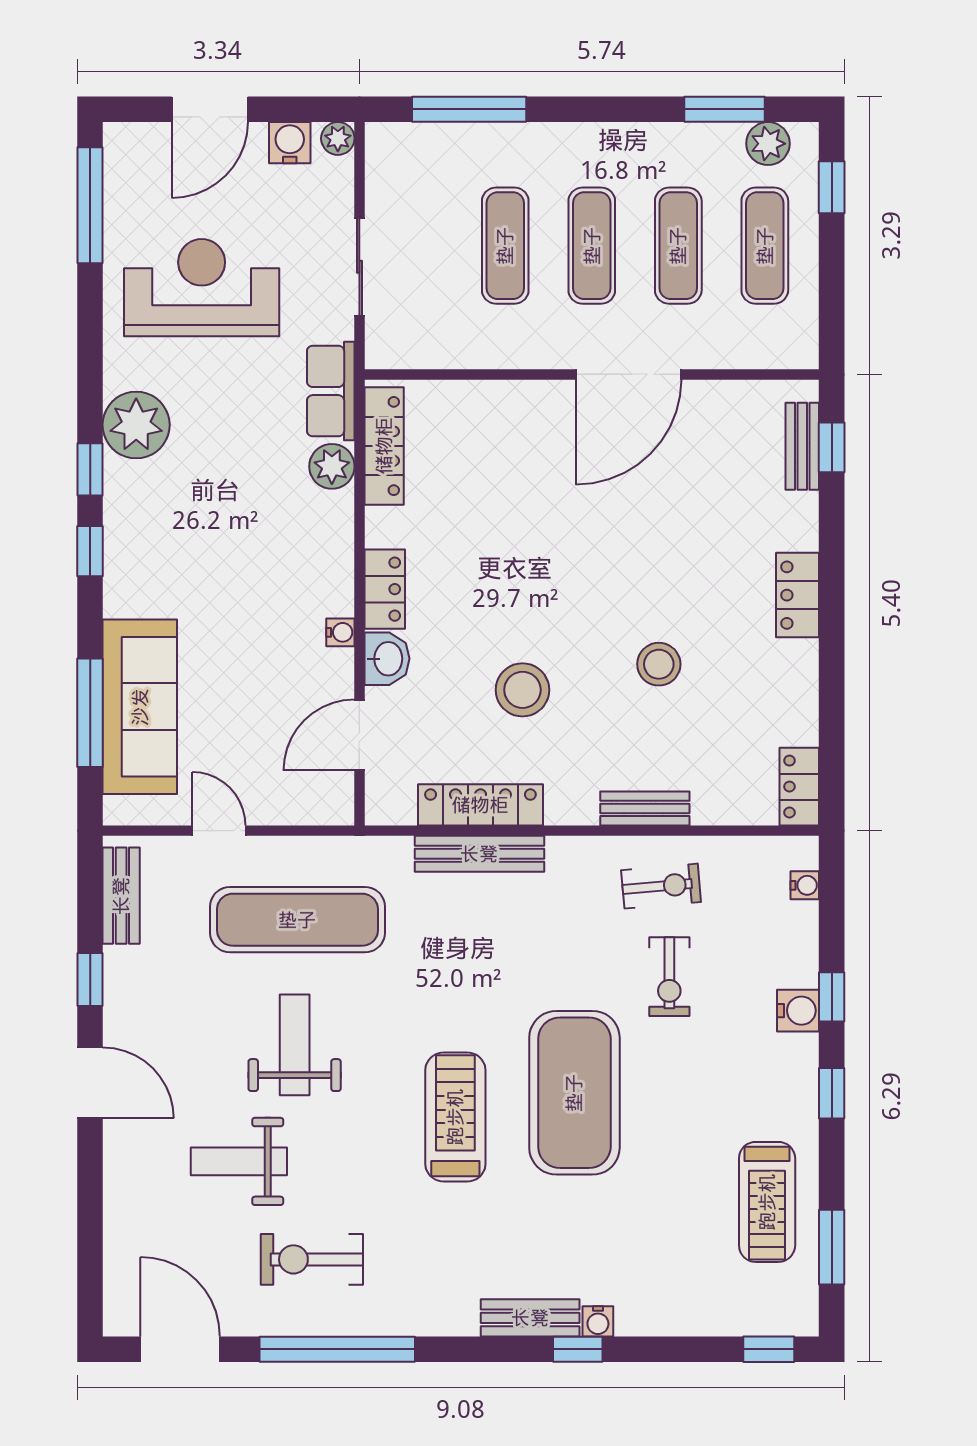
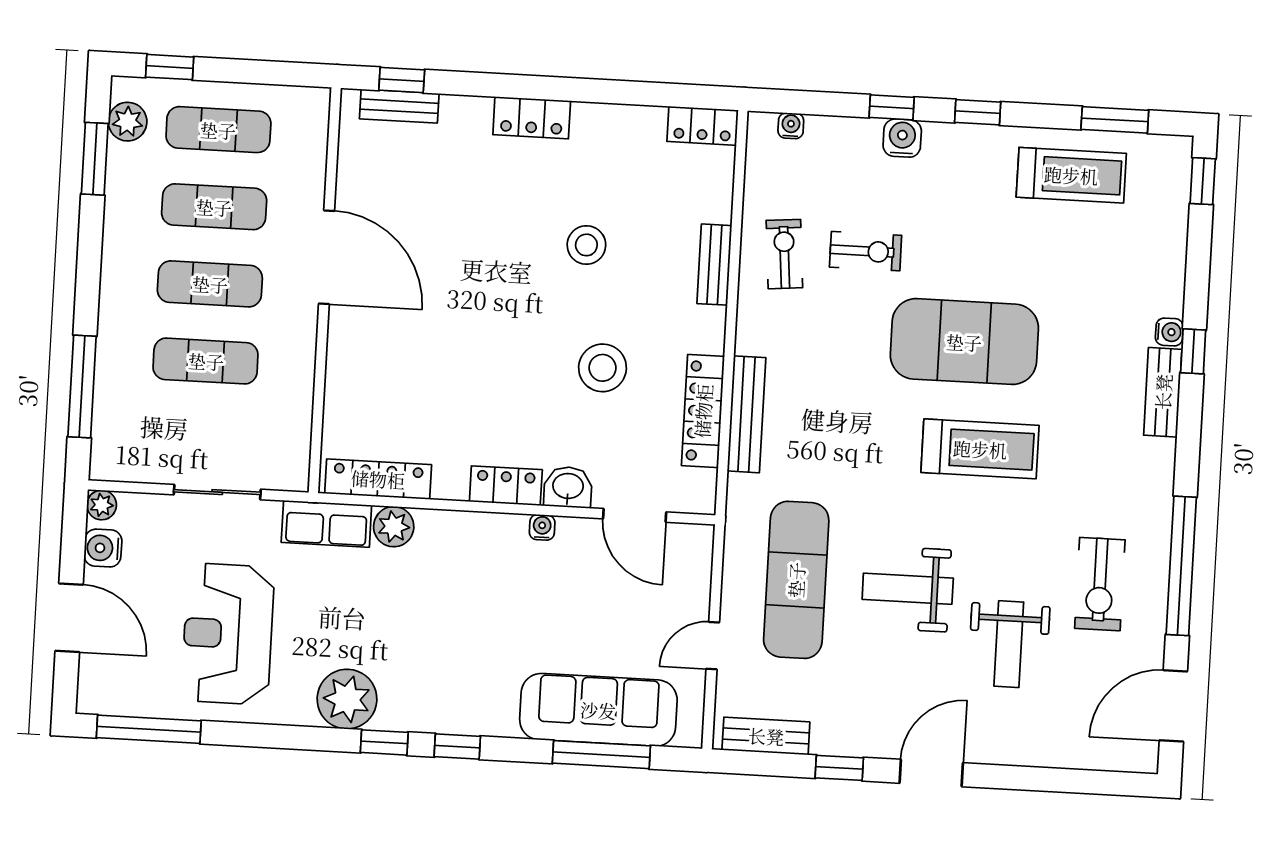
treadmill: (455, 1117) -> (980, 449), turned 180

